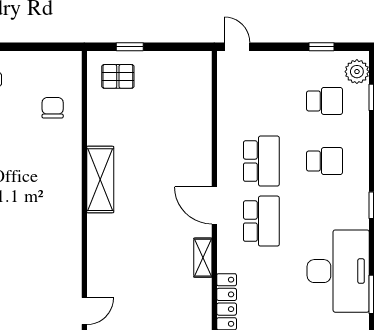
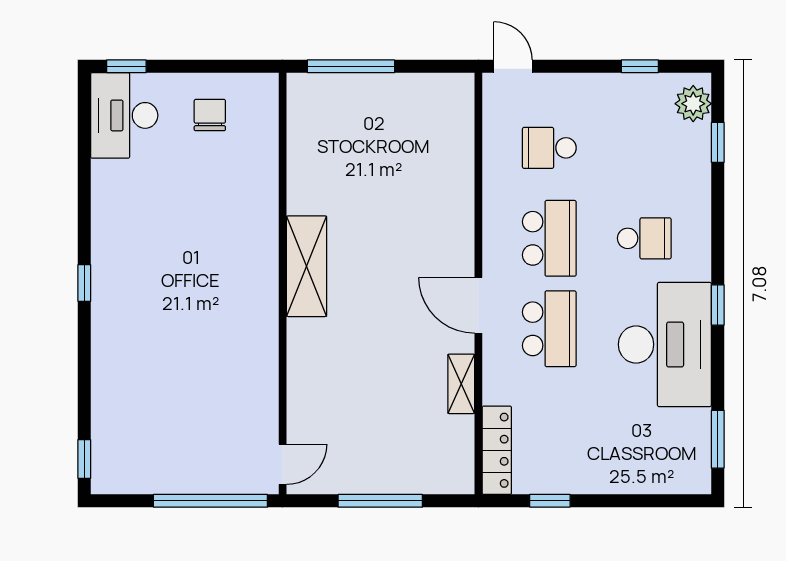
window: (130, 47) -> (351, 66), width x2.17
pallet: (118, 76) -> (333, 111), removed
school desk: (324, 101) -> (549, 148), moved, turned 180
chair: (53, 108) -> (210, 115), moved
desk: (338, 271) -> (665, 344), moved

